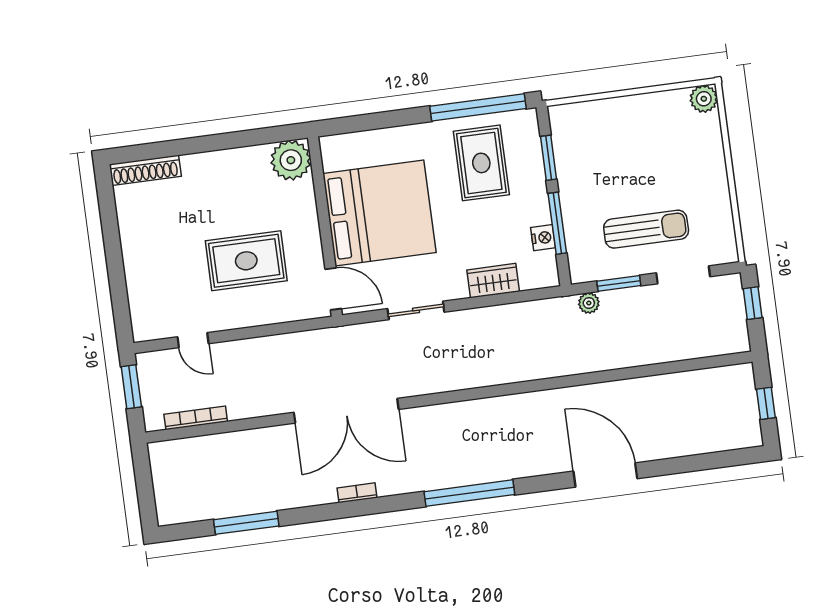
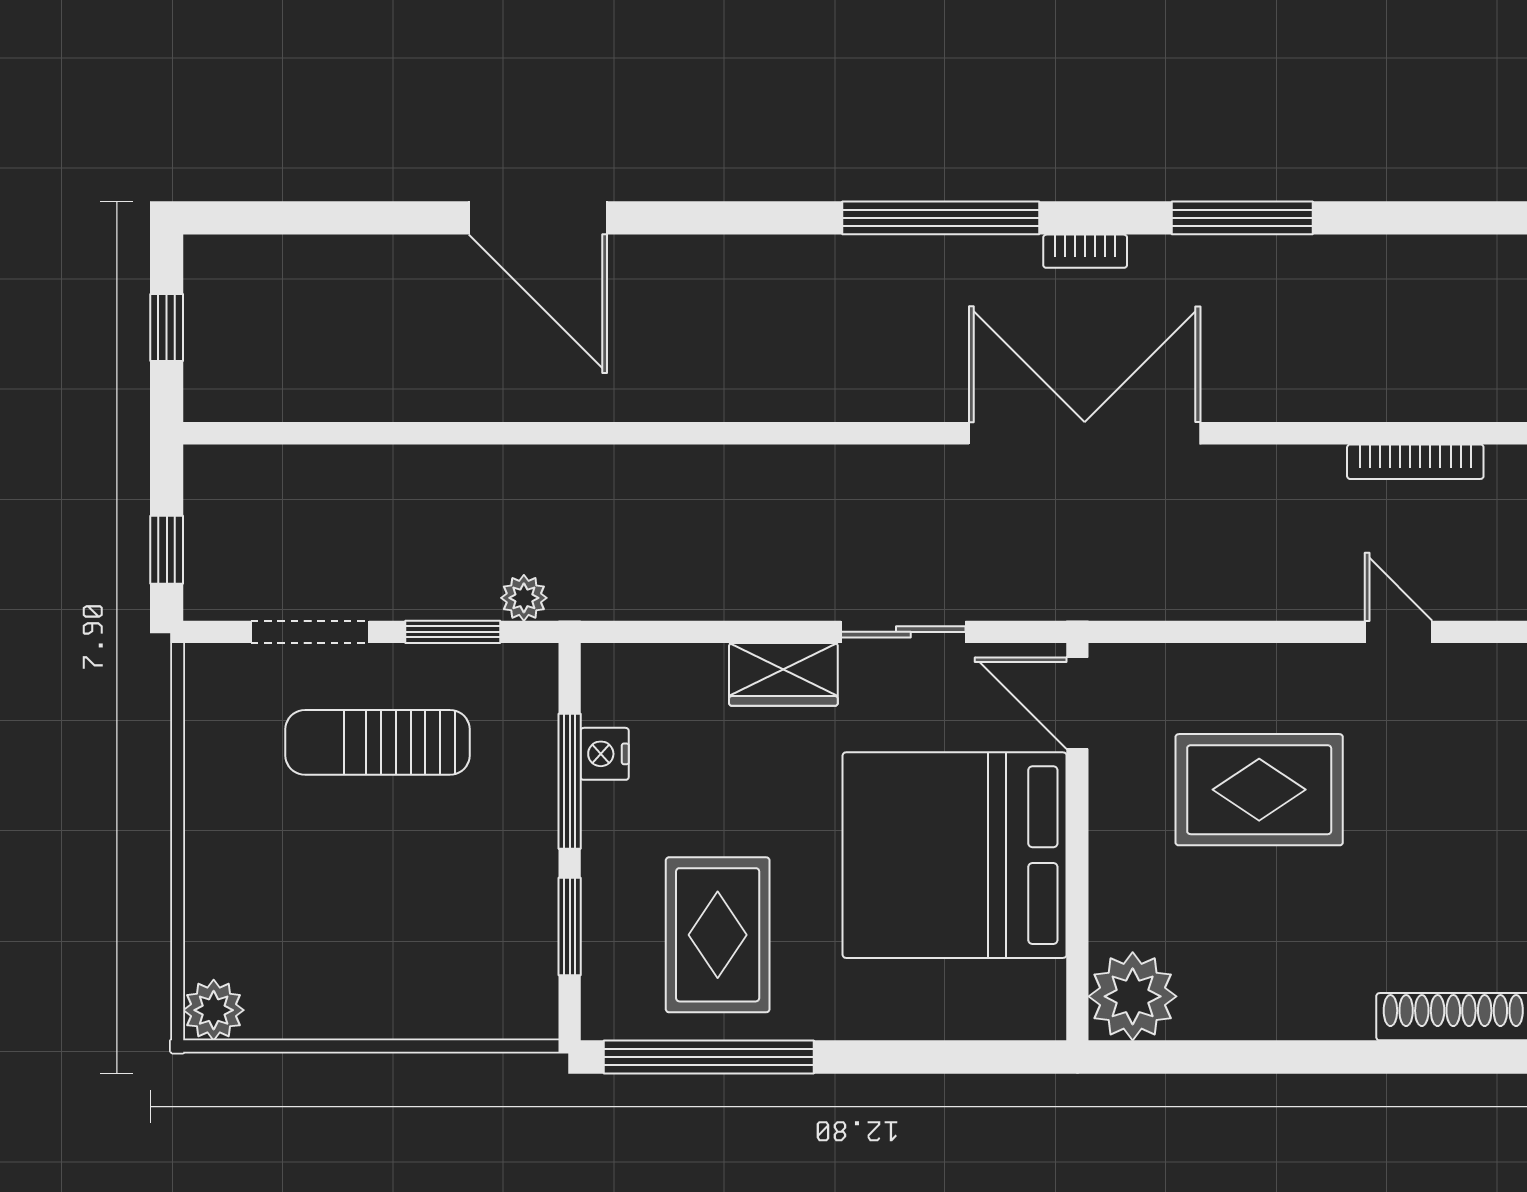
wardrobe: (493, 281) -> (783, 674), moved
window: (469, 493) -> (941, 218), moved
window: (246, 523) -> (1242, 218), moved

